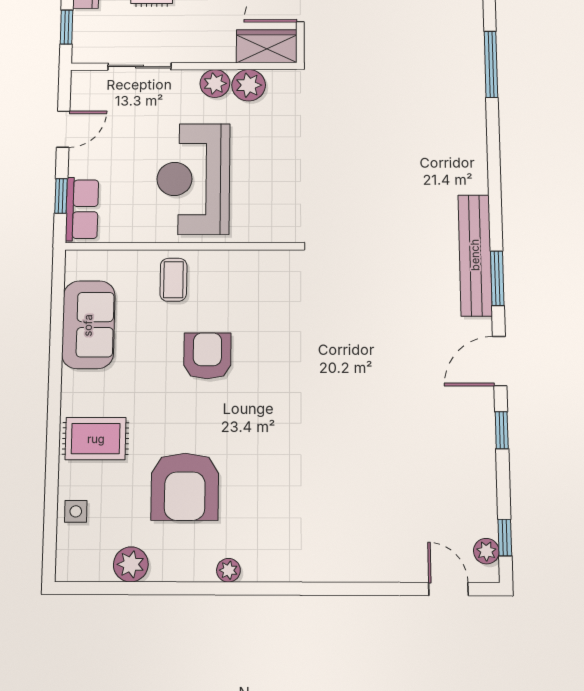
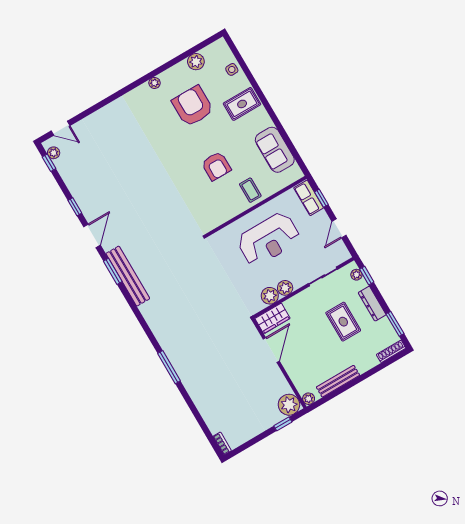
plant: (82, 38) -> (356, 275), added
reception desk: (193, 179) -> (269, 239), turned 90

